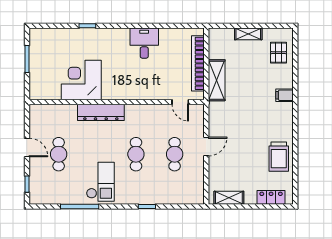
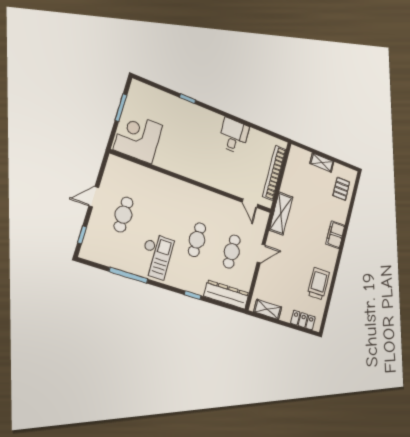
corner desk: (81, 80) -> (138, 137), moved
shelving: (217, 80) -> (281, 214), moved
filing cabinet: (285, 95) -> (335, 235), width x2.00
dresser: (101, 112) -> (226, 295), moved, turned 180
door: (27, 147) -> (94, 197), swing flipped
trolley: (279, 157) -> (318, 284), turned 180

